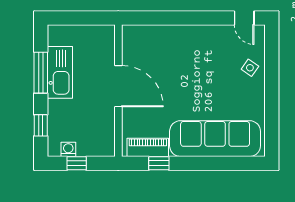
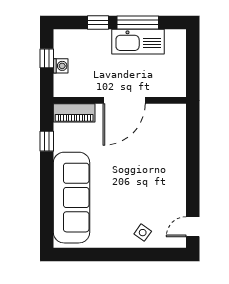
window: (41, 125) -> (98, 22), moved
piano: (148, 147) -> (74, 113), moved, turned 90
washing machine: (68, 149) -> (61, 66), moved

